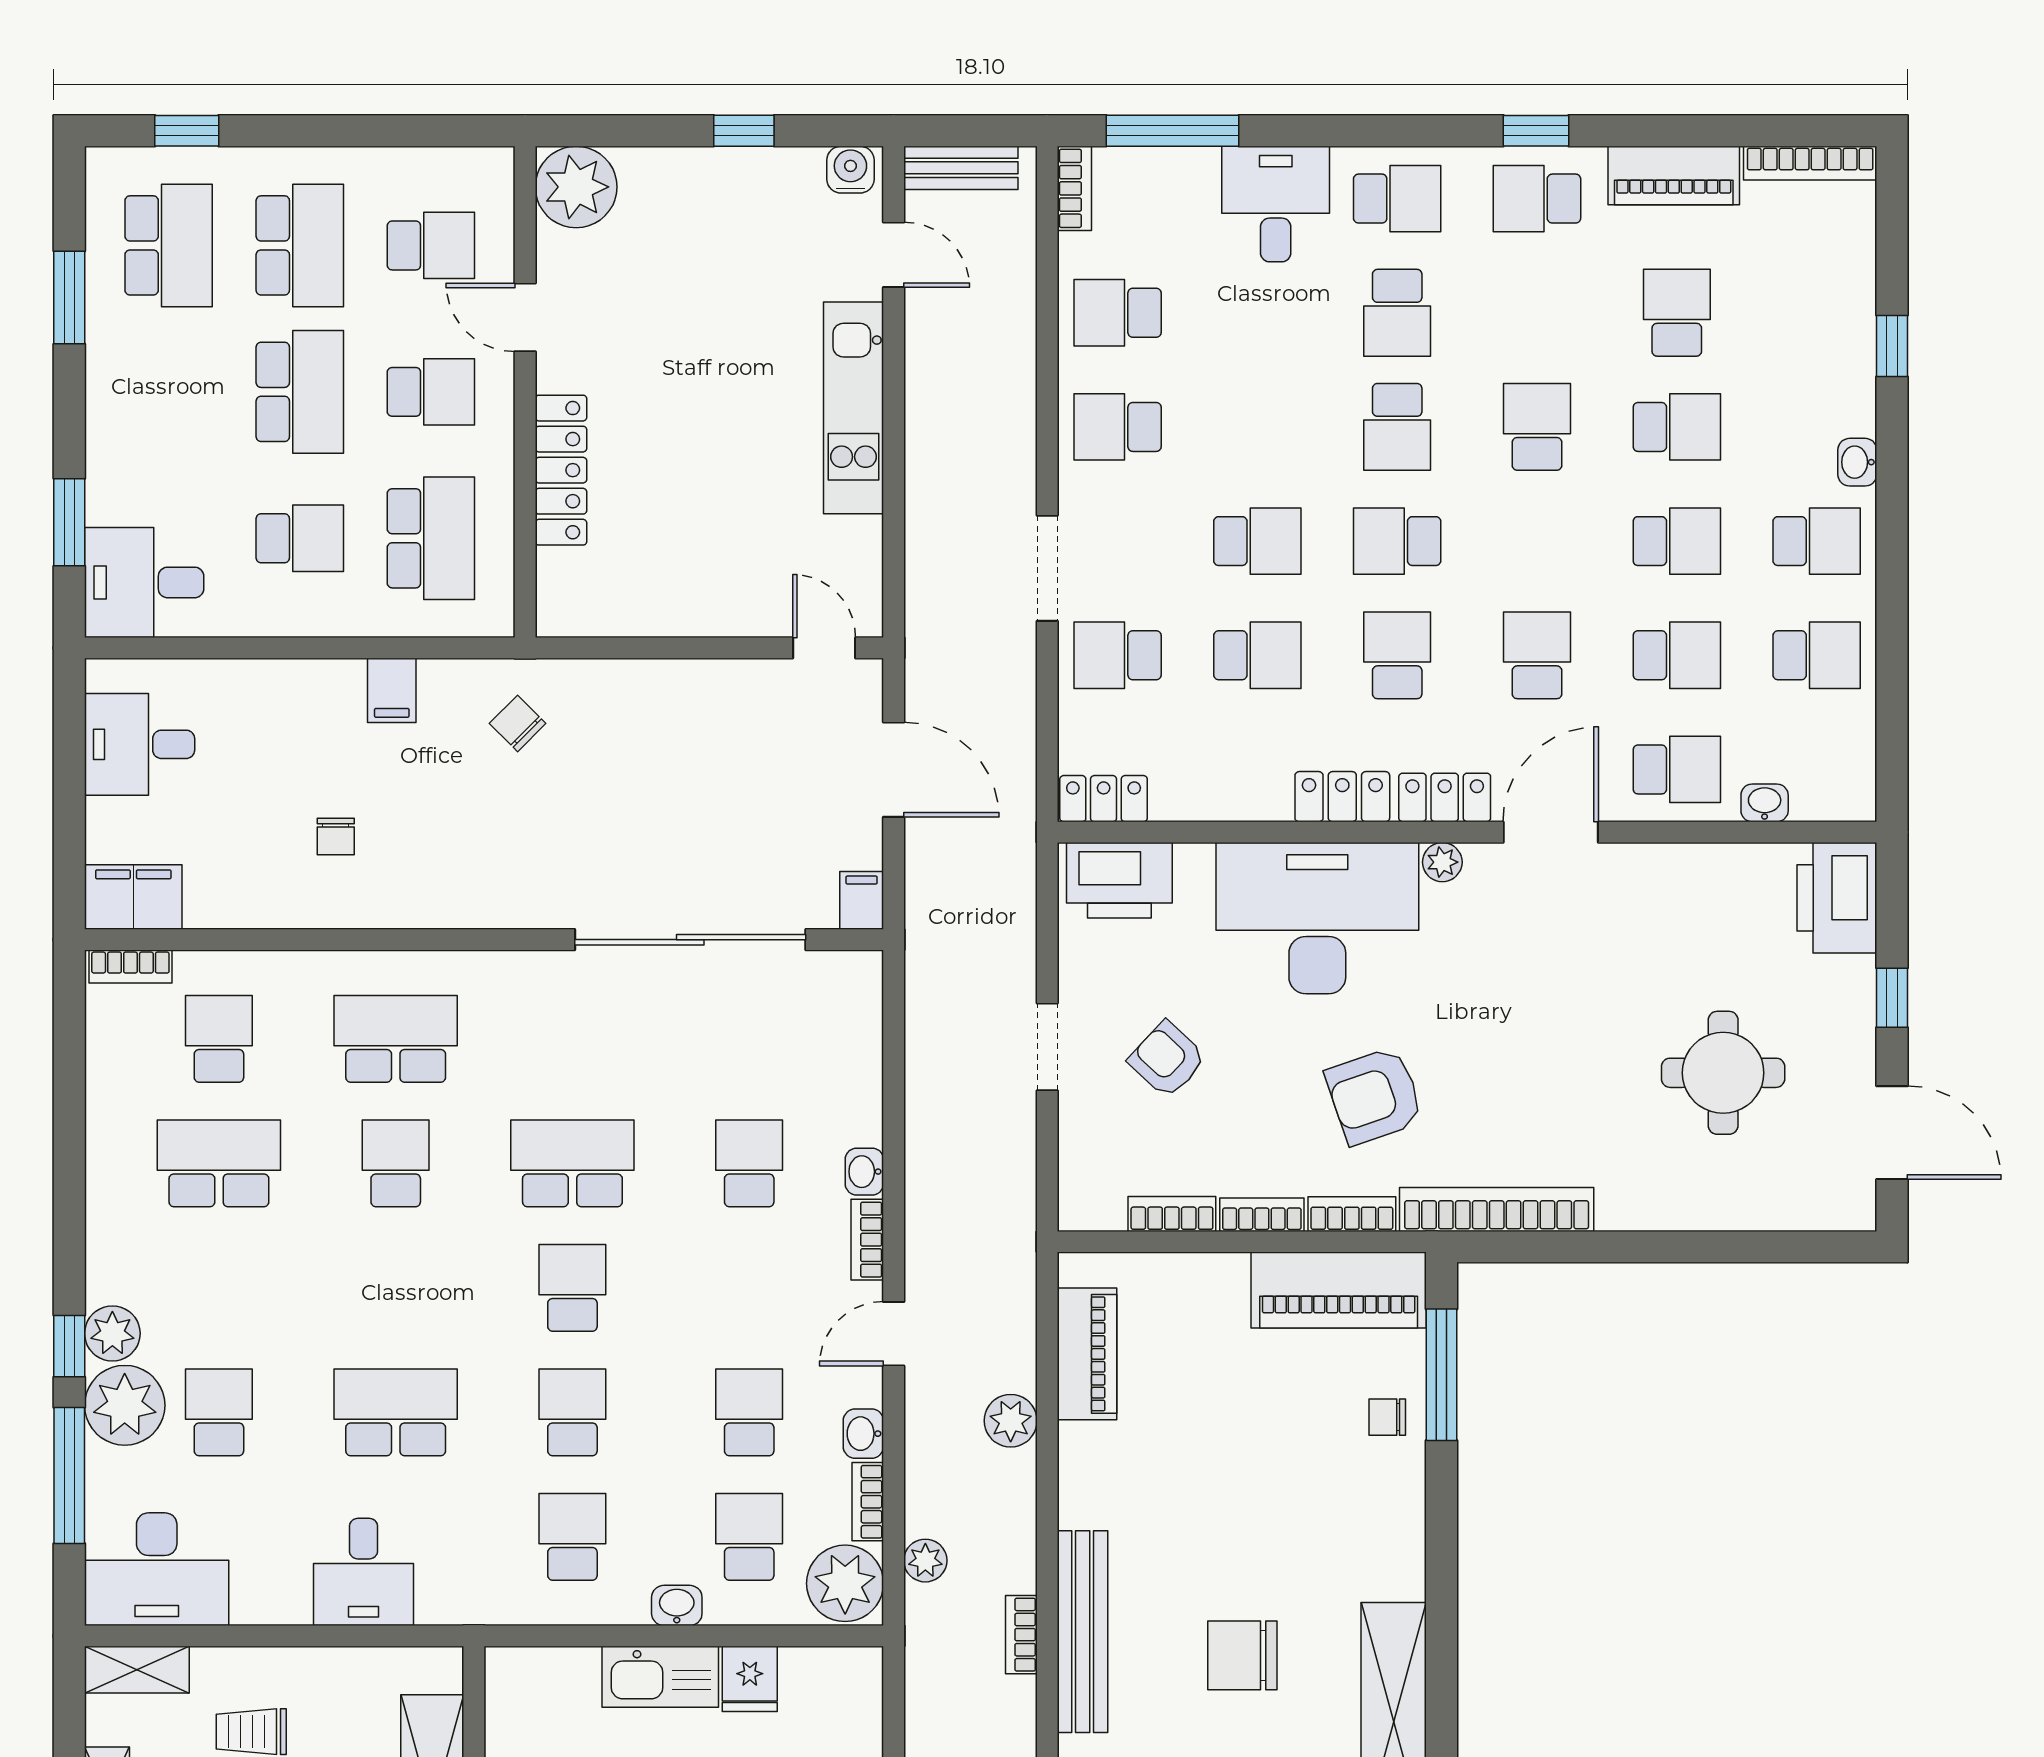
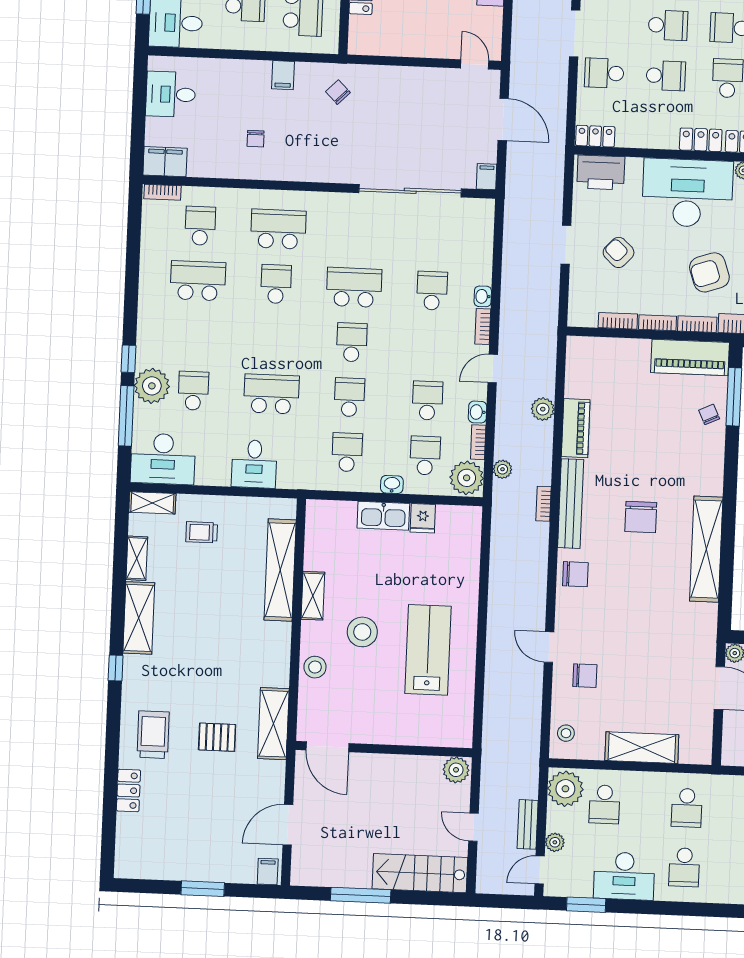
plant: (112, 1333) -> (148, 354), removed
piano: (1087, 1354) -> (576, 428), moved
chair: (1387, 1417) -> (709, 414), turned 65
chair: (1242, 1655) -> (641, 517), turned -90

